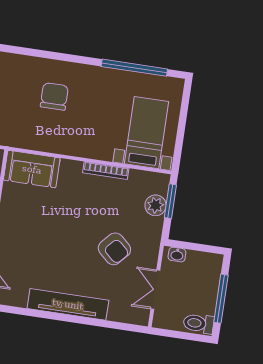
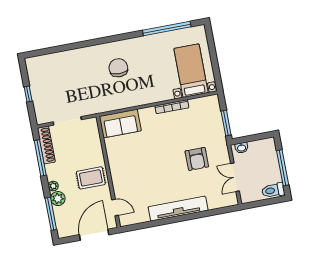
window: (170, 201) -> (226, 123), moved
plant: (156, 205) -> (215, 119), removed
armchair: (114, 249) -> (197, 159), turned 48

